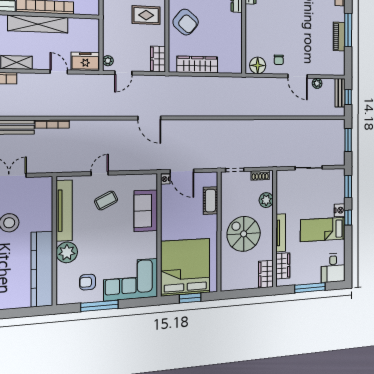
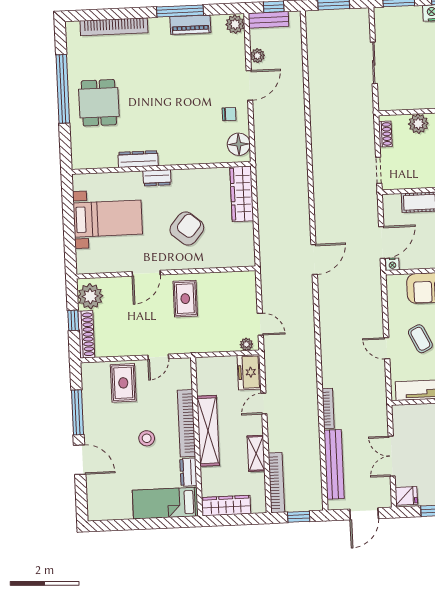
armchair: (186, 22) -> (187, 229), moved
wardrobe: (158, 59) -> (240, 281), removed
wardrobe: (197, 65) -> (242, 194), moved
plant: (338, 69) -> (235, 24), added
door: (149, 118) -> (314, 259), moved

